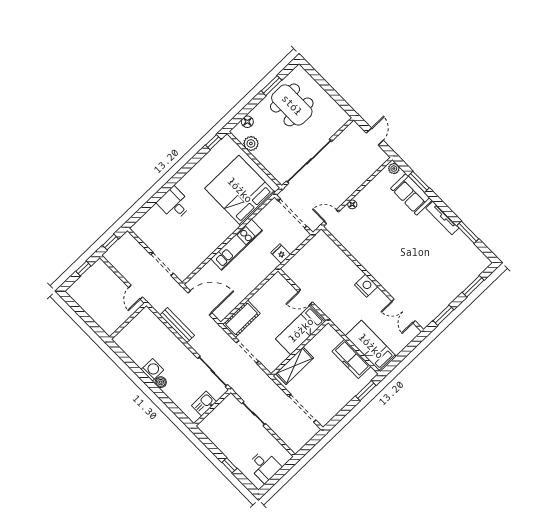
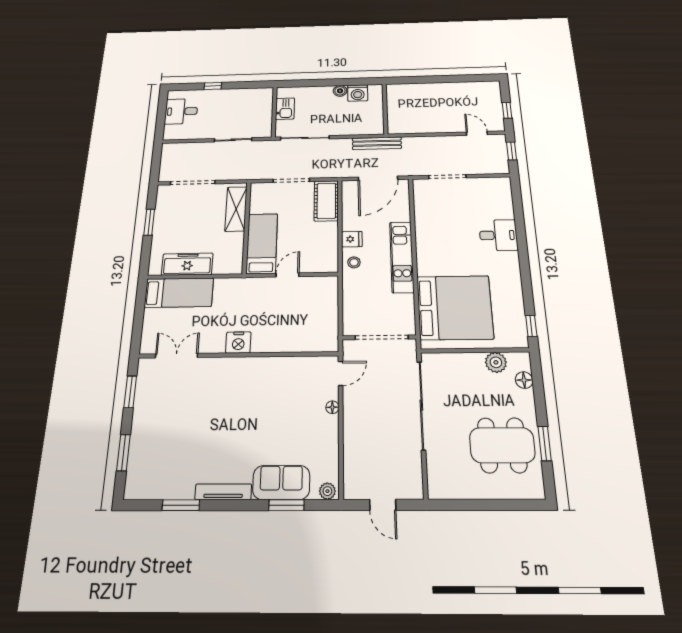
fridge: (281, 254) -> (352, 239), moved
stool: (264, 268) -> (354, 262), added
door: (136, 292) -> (477, 133), moved
wall: (128, 321) -> (385, 109), moved
window: (366, 391) -> (149, 222), moved

